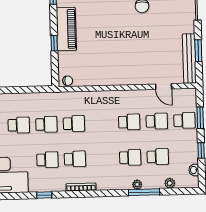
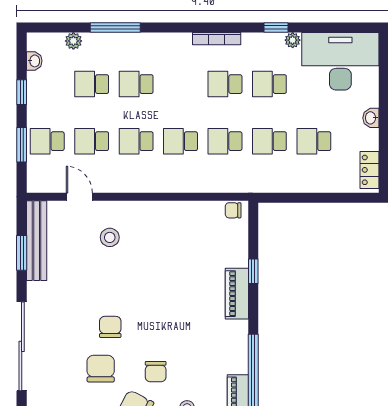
piano: (66, 29) -> (237, 294), width x0.73, depth x0.75
stool: (144, 62) -> (110, 237), added
school desk: (102, 123) -> (181, 141), added
plant: (137, 185) -> (293, 40), moved

